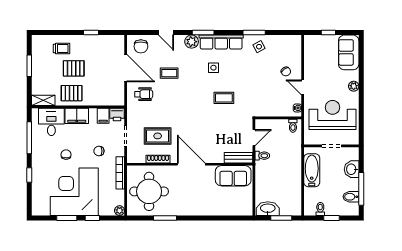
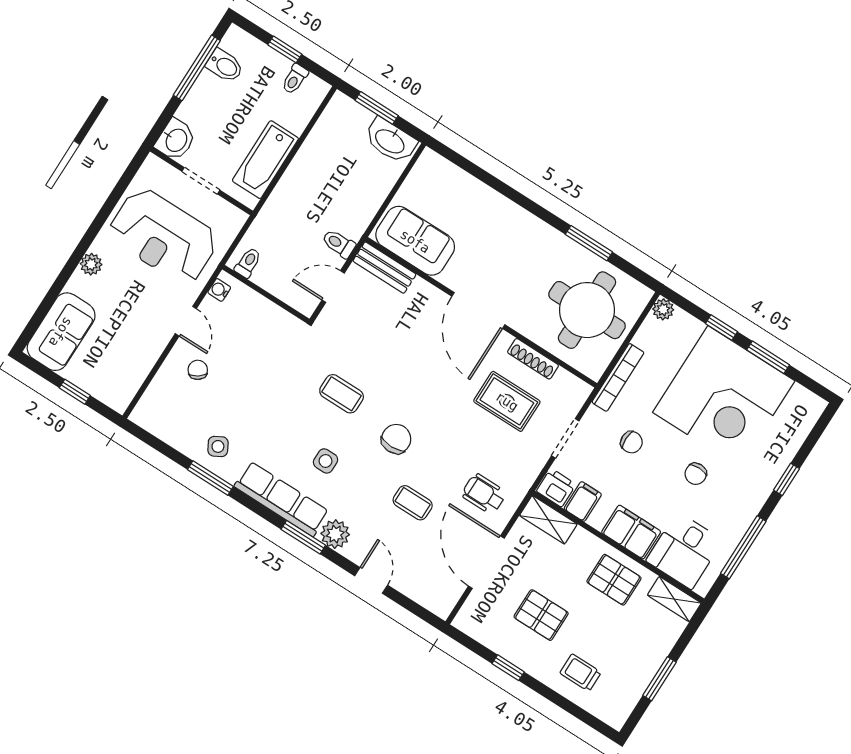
chair: (141, 46) -> (396, 439), moved
pallet: (74, 68) -> (541, 615), moved
shelving: (112, 100) -> (548, 520), added
washbasin: (352, 169) -> (176, 140), moved

